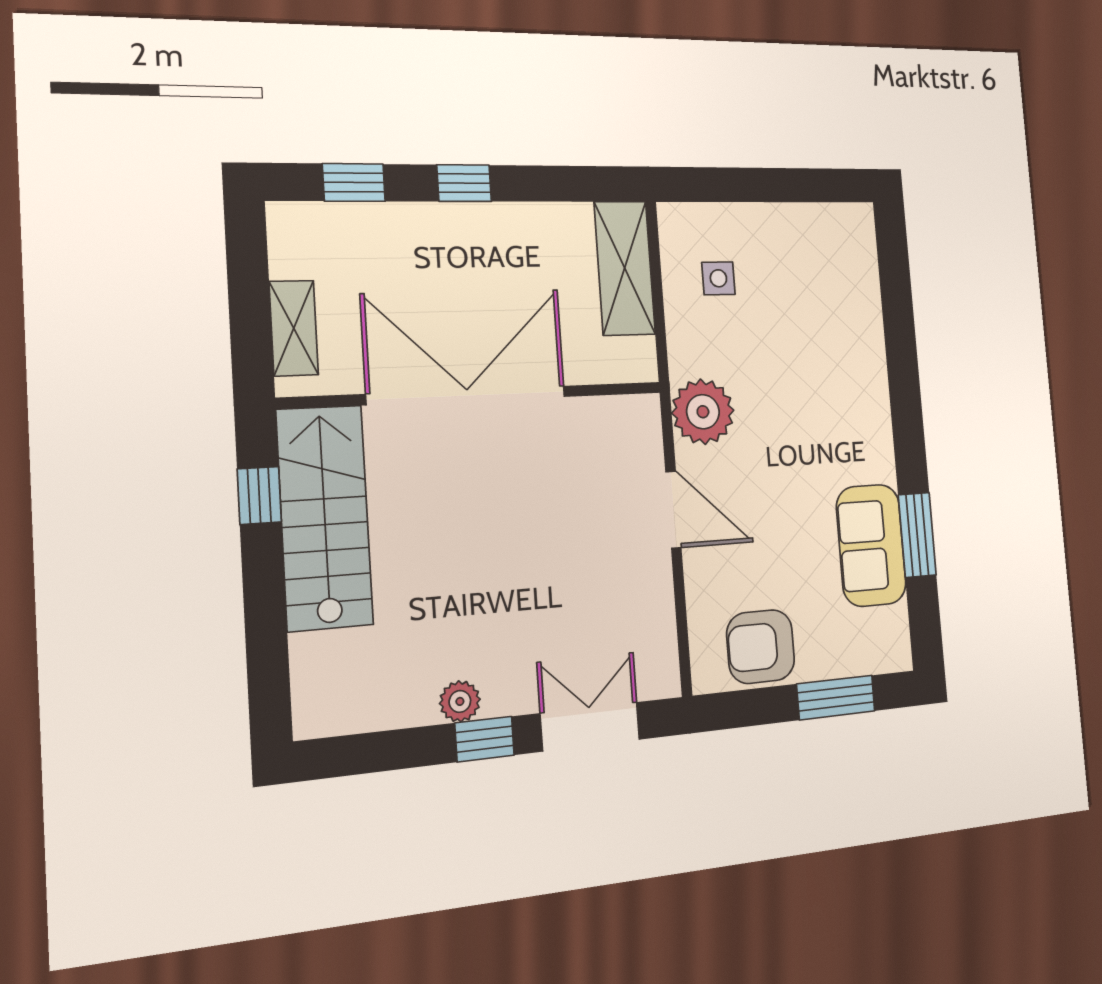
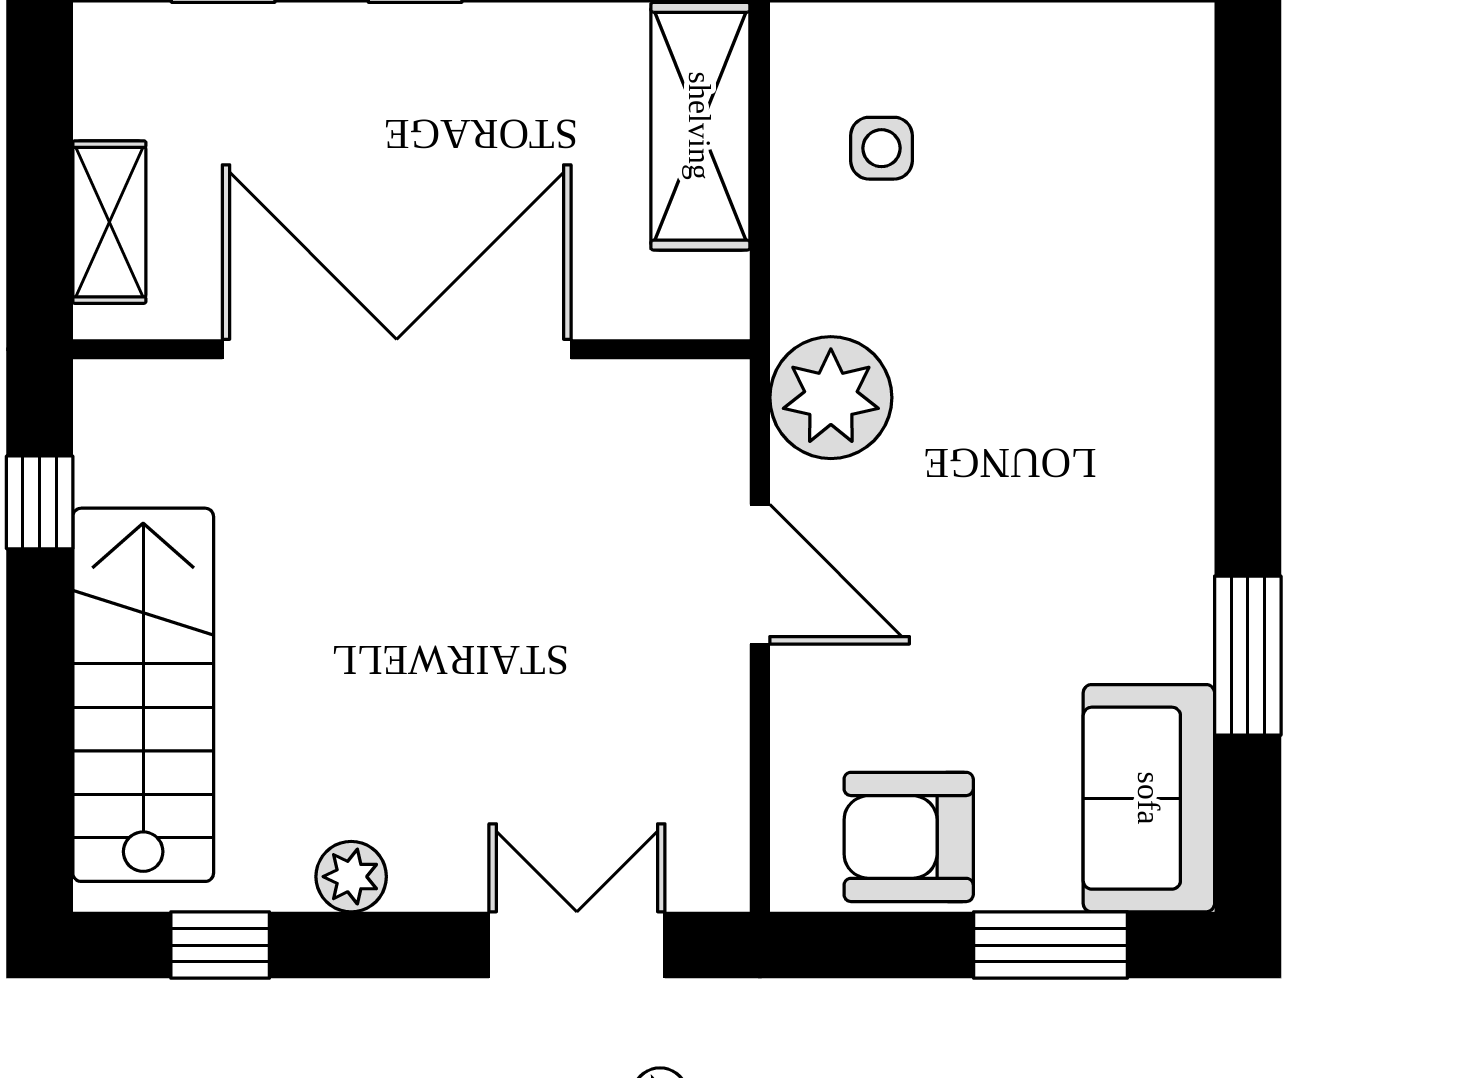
stairs: (325, 517) -> (143, 695), moved
sofa: (871, 545) -> (1149, 798), moved
window: (484, 739) -> (220, 945), moved

